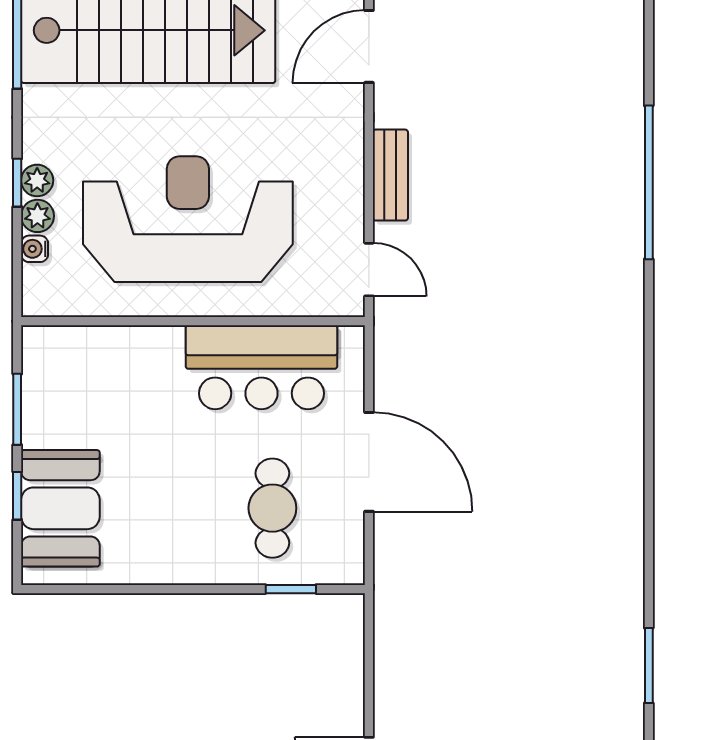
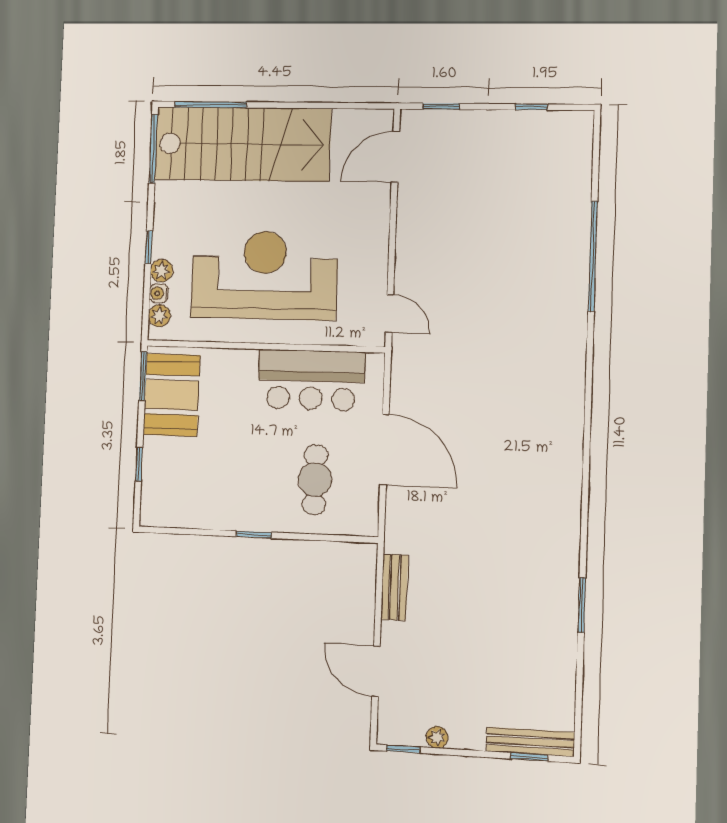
bench: (390, 175) -> (394, 587), moved
plant: (37, 180) -> (159, 316), moved
window: (17, 409) -> (143, 376), moved
booth: (60, 508) -> (172, 395), moved
window: (291, 589) -> (254, 534), moved

